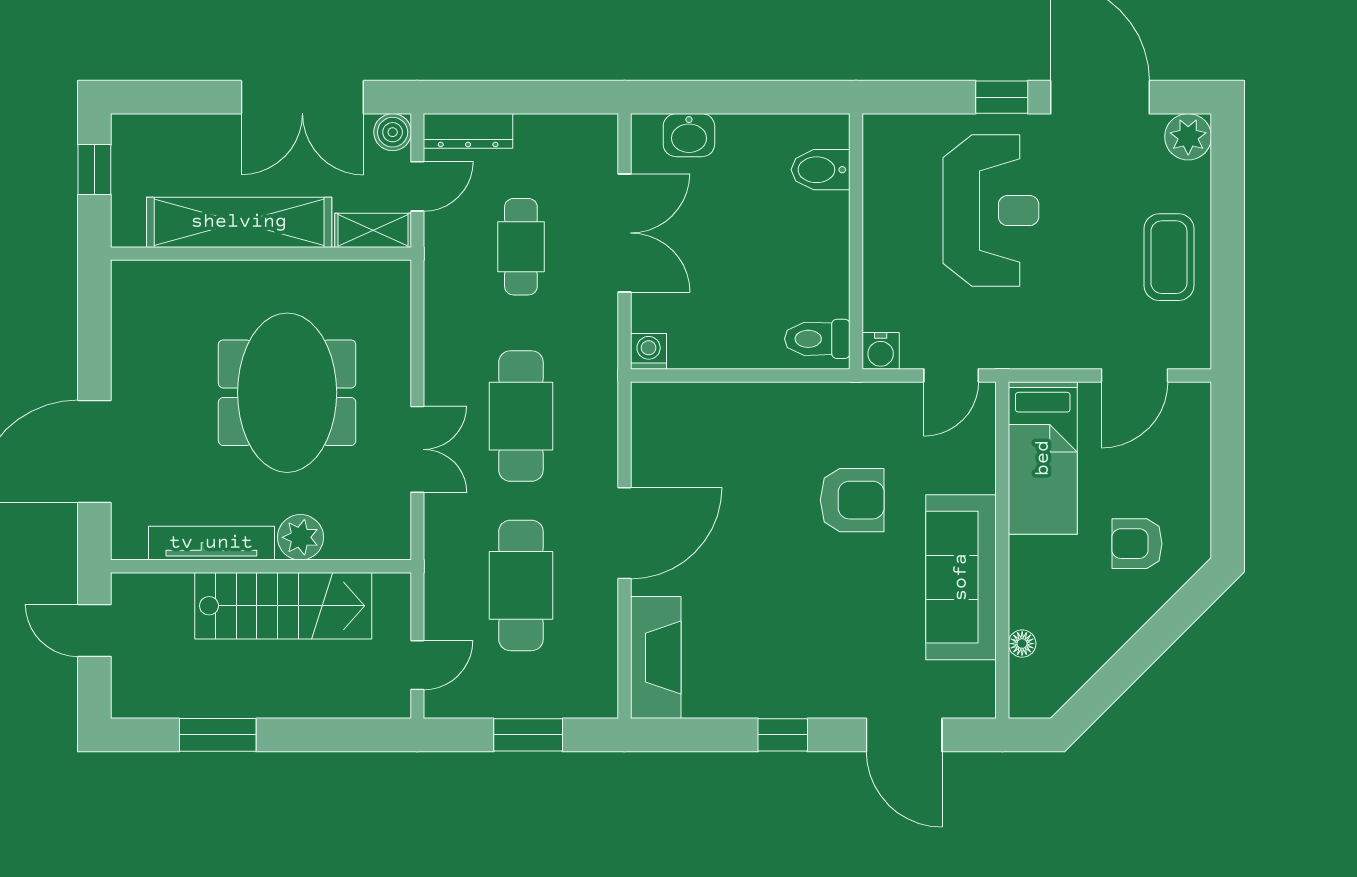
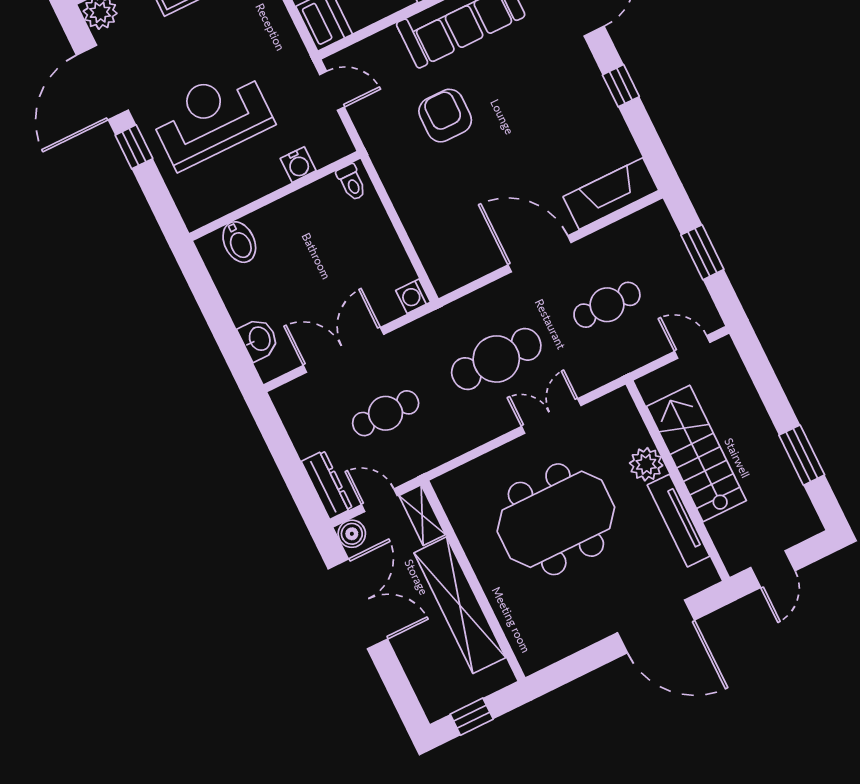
toilet: (817, 339) -> (352, 182), width x0.73, depth x0.72
water cooler: (881, 351) -> (298, 165), moved, turned 90
cafe table: (521, 585) -> (607, 305), width x0.73, depth x0.74

